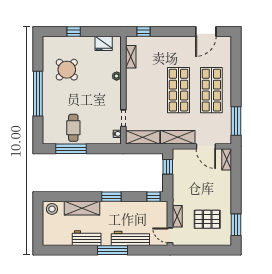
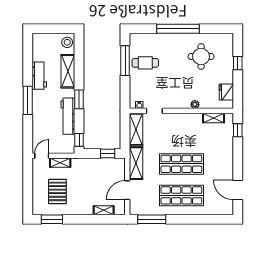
round table: (67, 70) -> (201, 56), turned 45
shelving: (227, 159) -> (104, 210), moved
workbench: (130, 238) -> (68, 116), moved, turned 180

